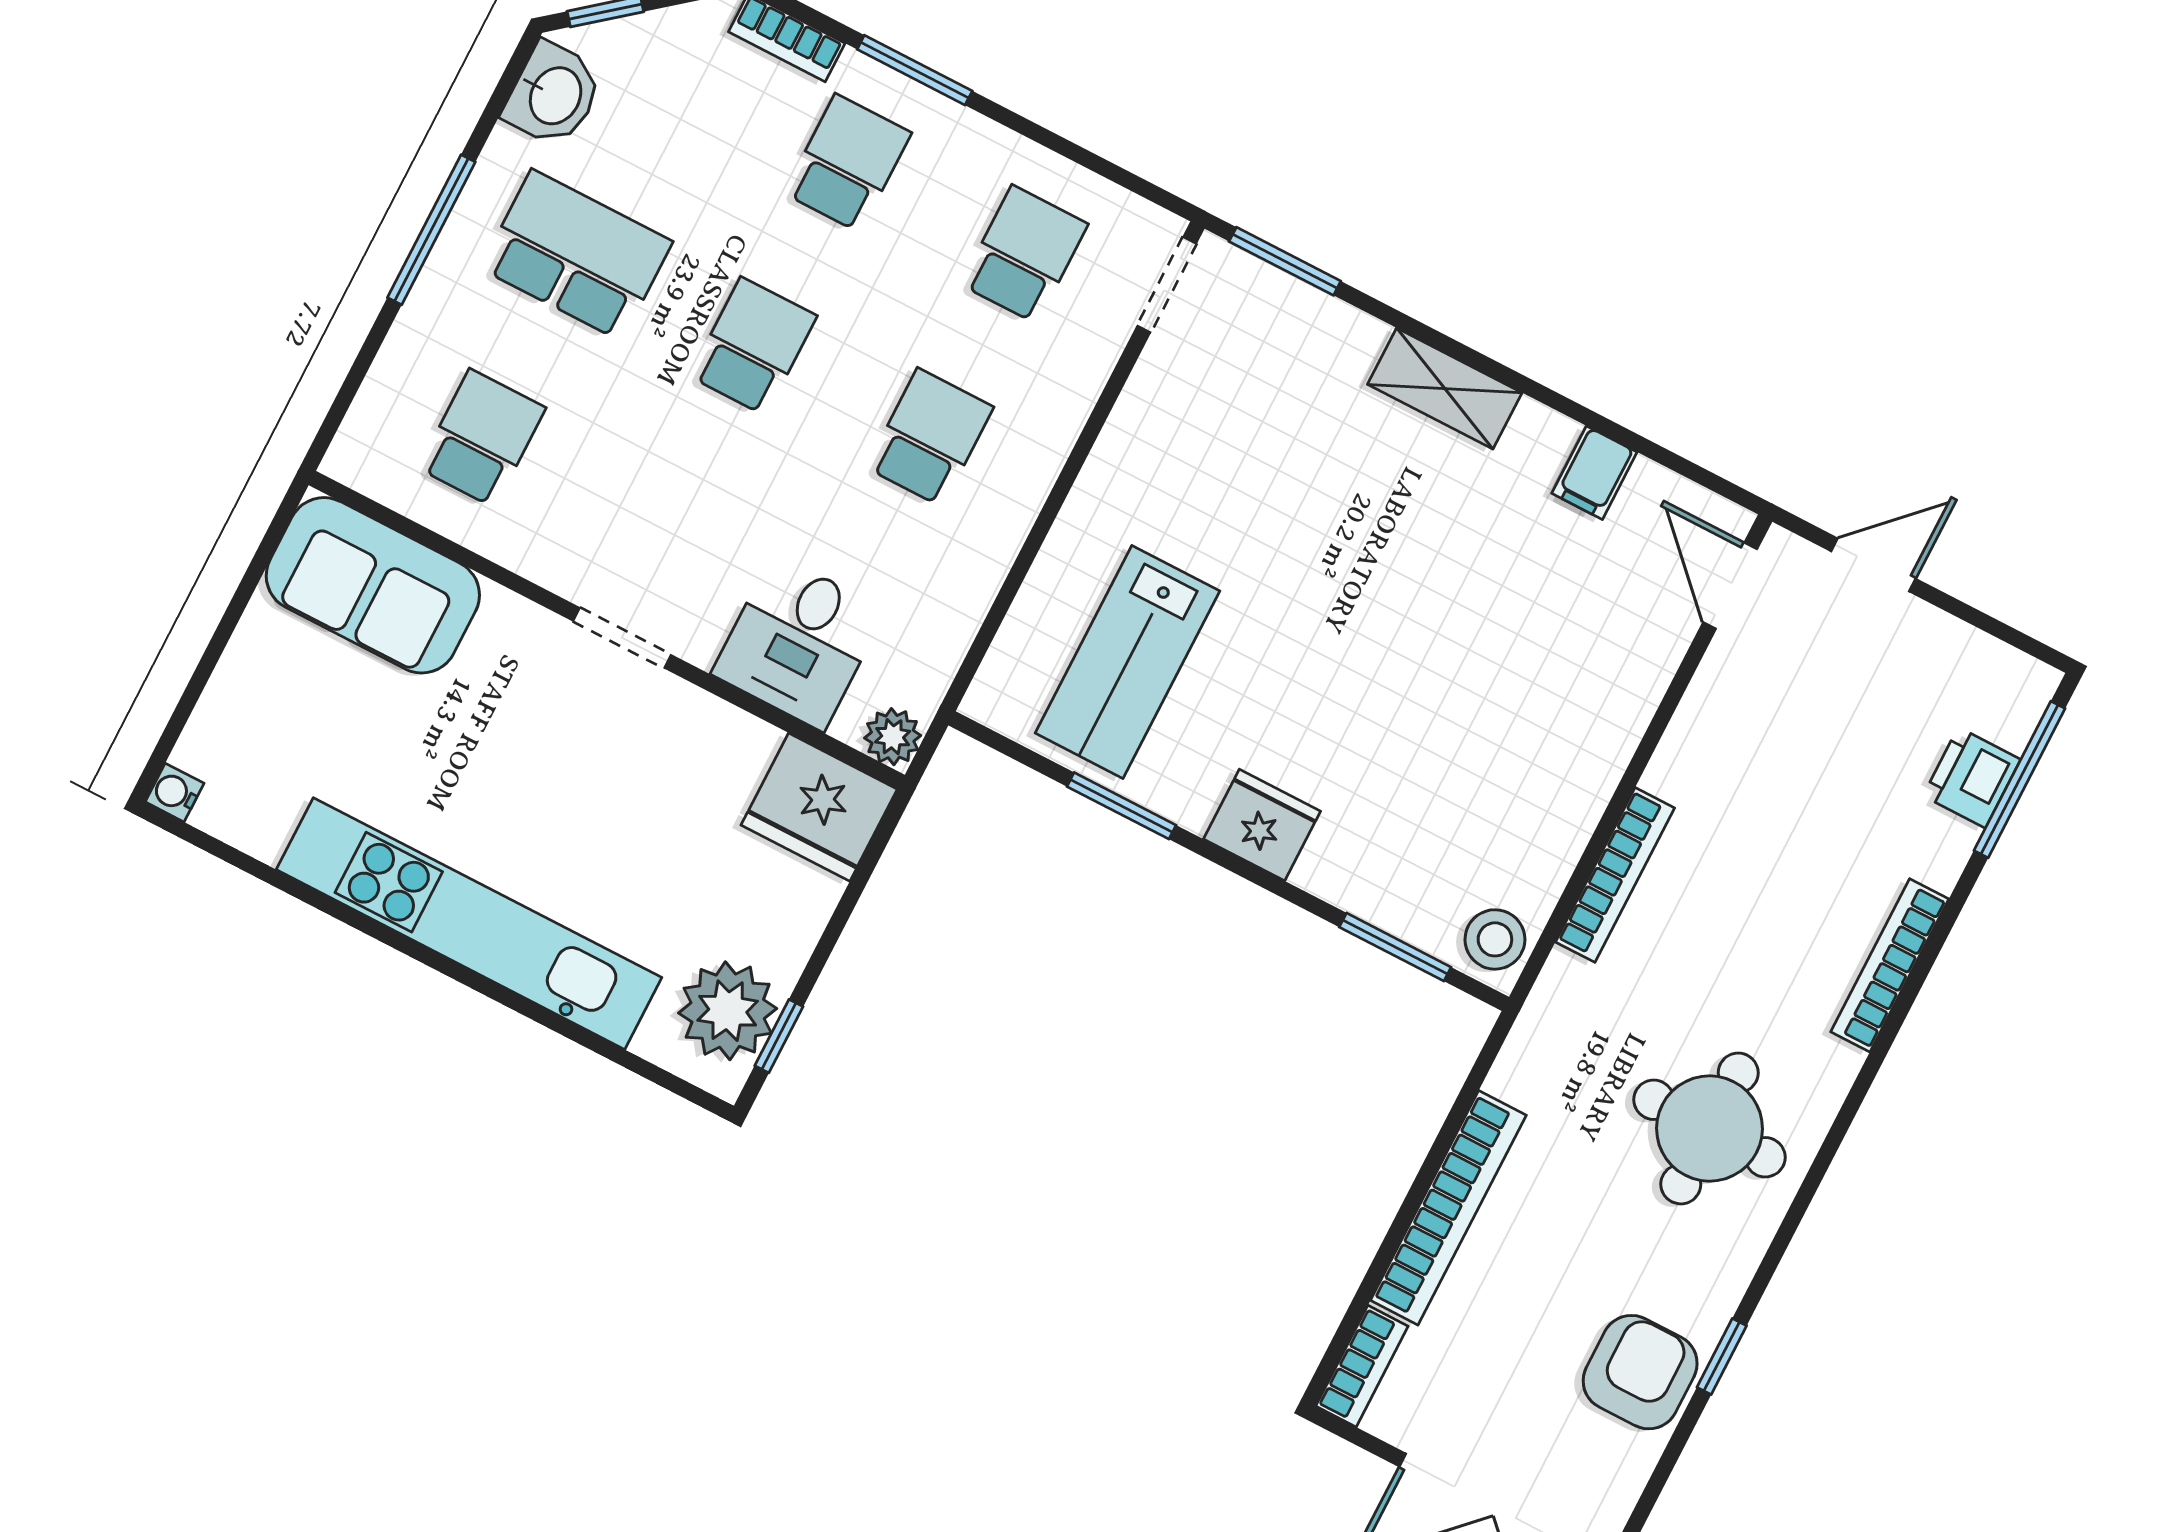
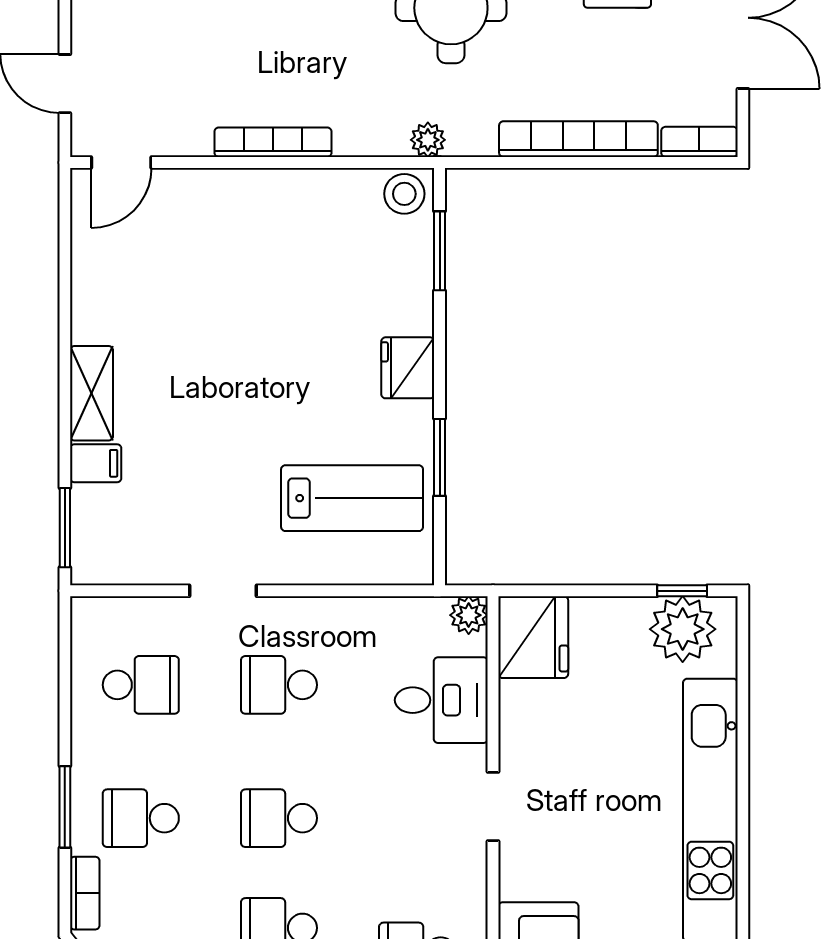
school desk: (1024, 254) -> (141, 685), turned 180
doorway: (1167, 285) -> (223, 591), moved
filing cabinet: (1594, 473) -> (96, 463), moved
bookcase: (1615, 875) -> (273, 142), moved
plant: (1550, 1008) -> (428, 140), added

